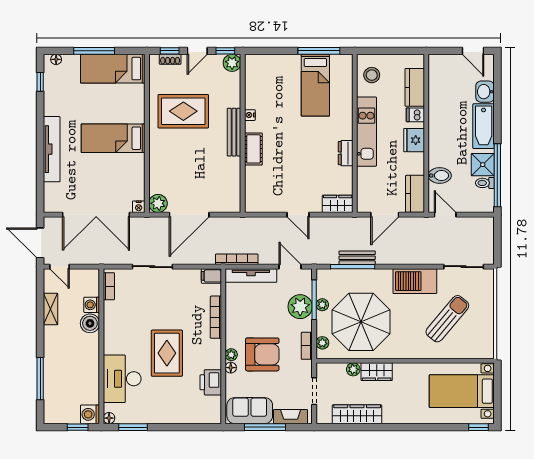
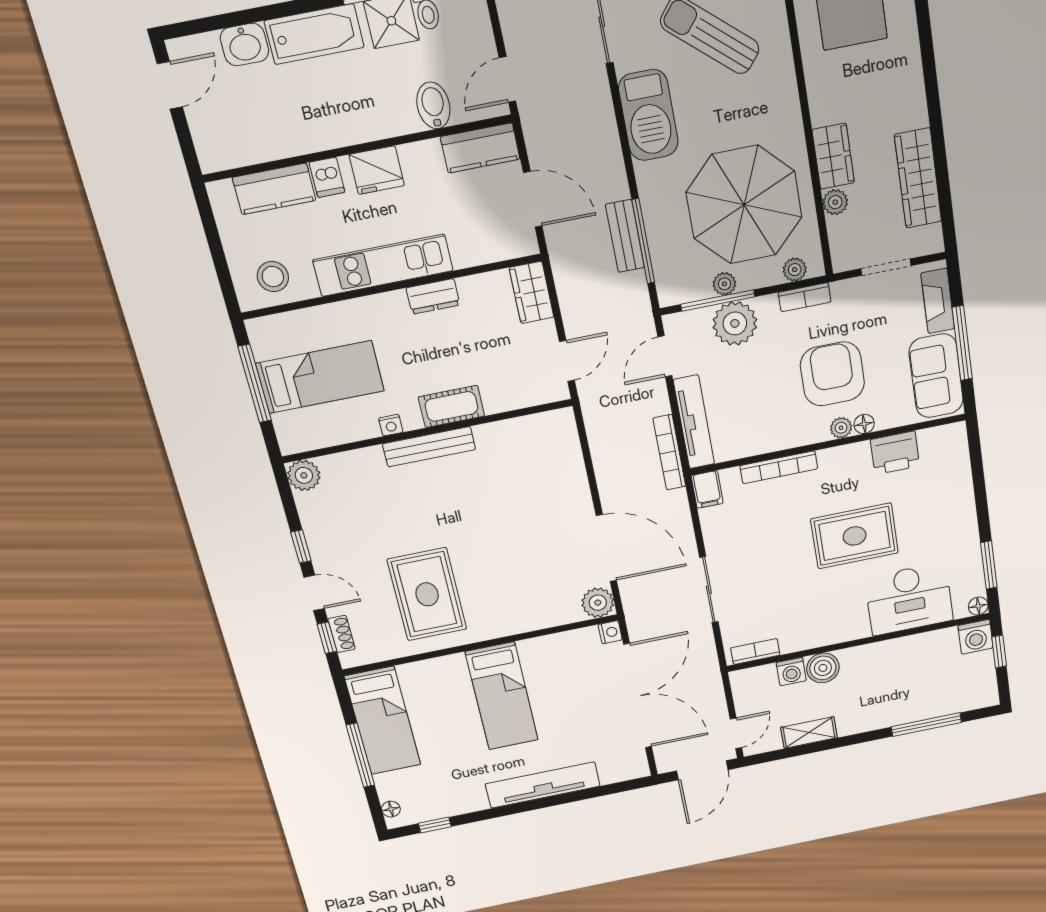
plant: (232, 63) -> (304, 475), moved
nightstand: (250, 115) -> (391, 425), moved
bench: (234, 132) -> (429, 447), moved
wall: (243, 133) -> (428, 431), moved
cot: (253, 149) -> (451, 406), moved

